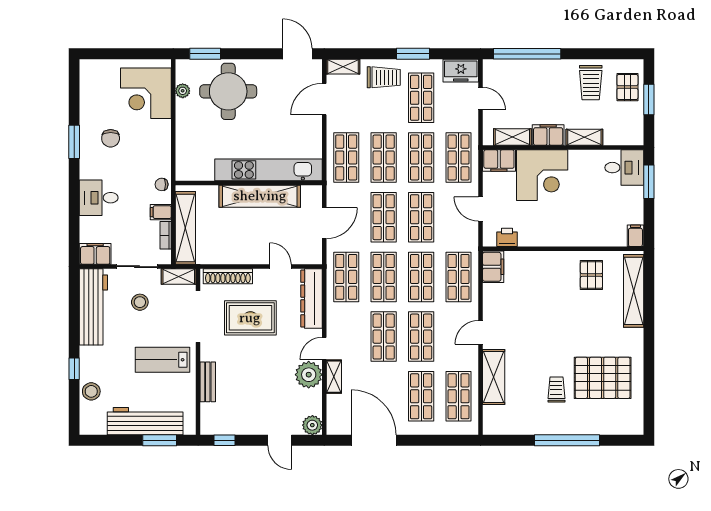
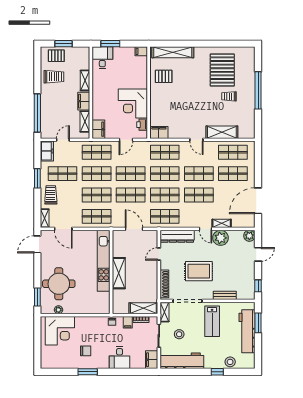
corner desk: (542, 175) -> (133, 103), moved, turned 180
shelving: (260, 196) -> (119, 273), width x0.68
shelving: (185, 228) -> (143, 308), width x0.68
rug: (250, 318) -> (199, 271), moved, turned 90

